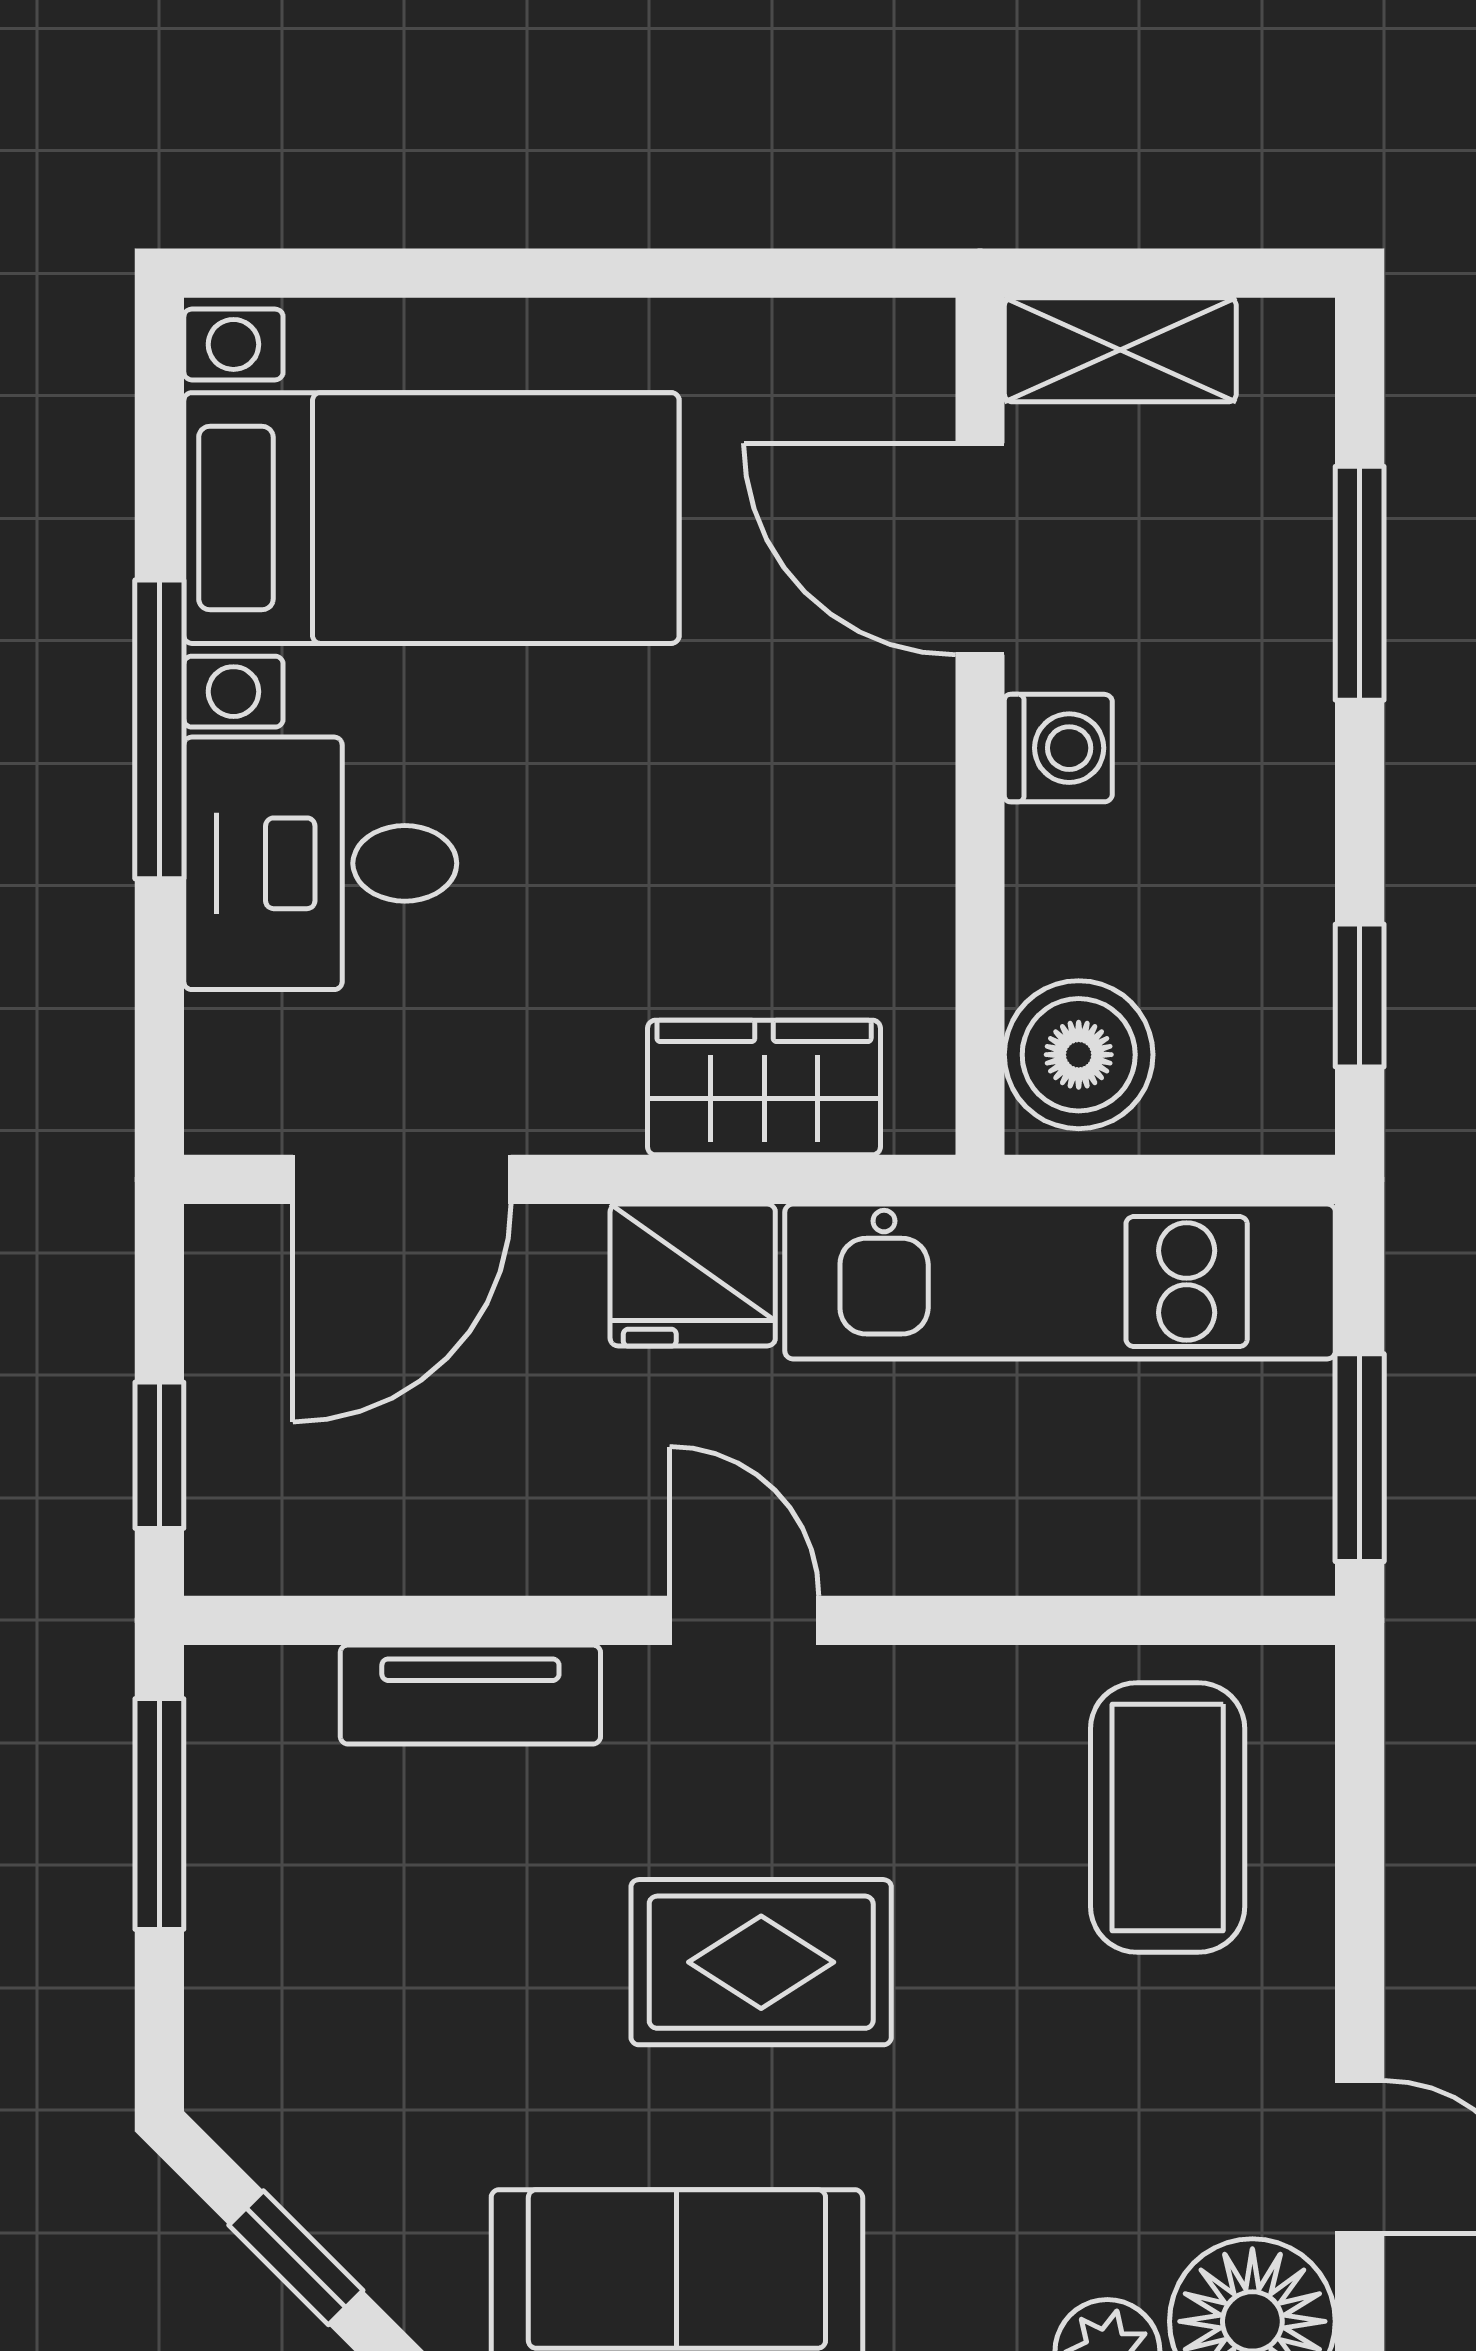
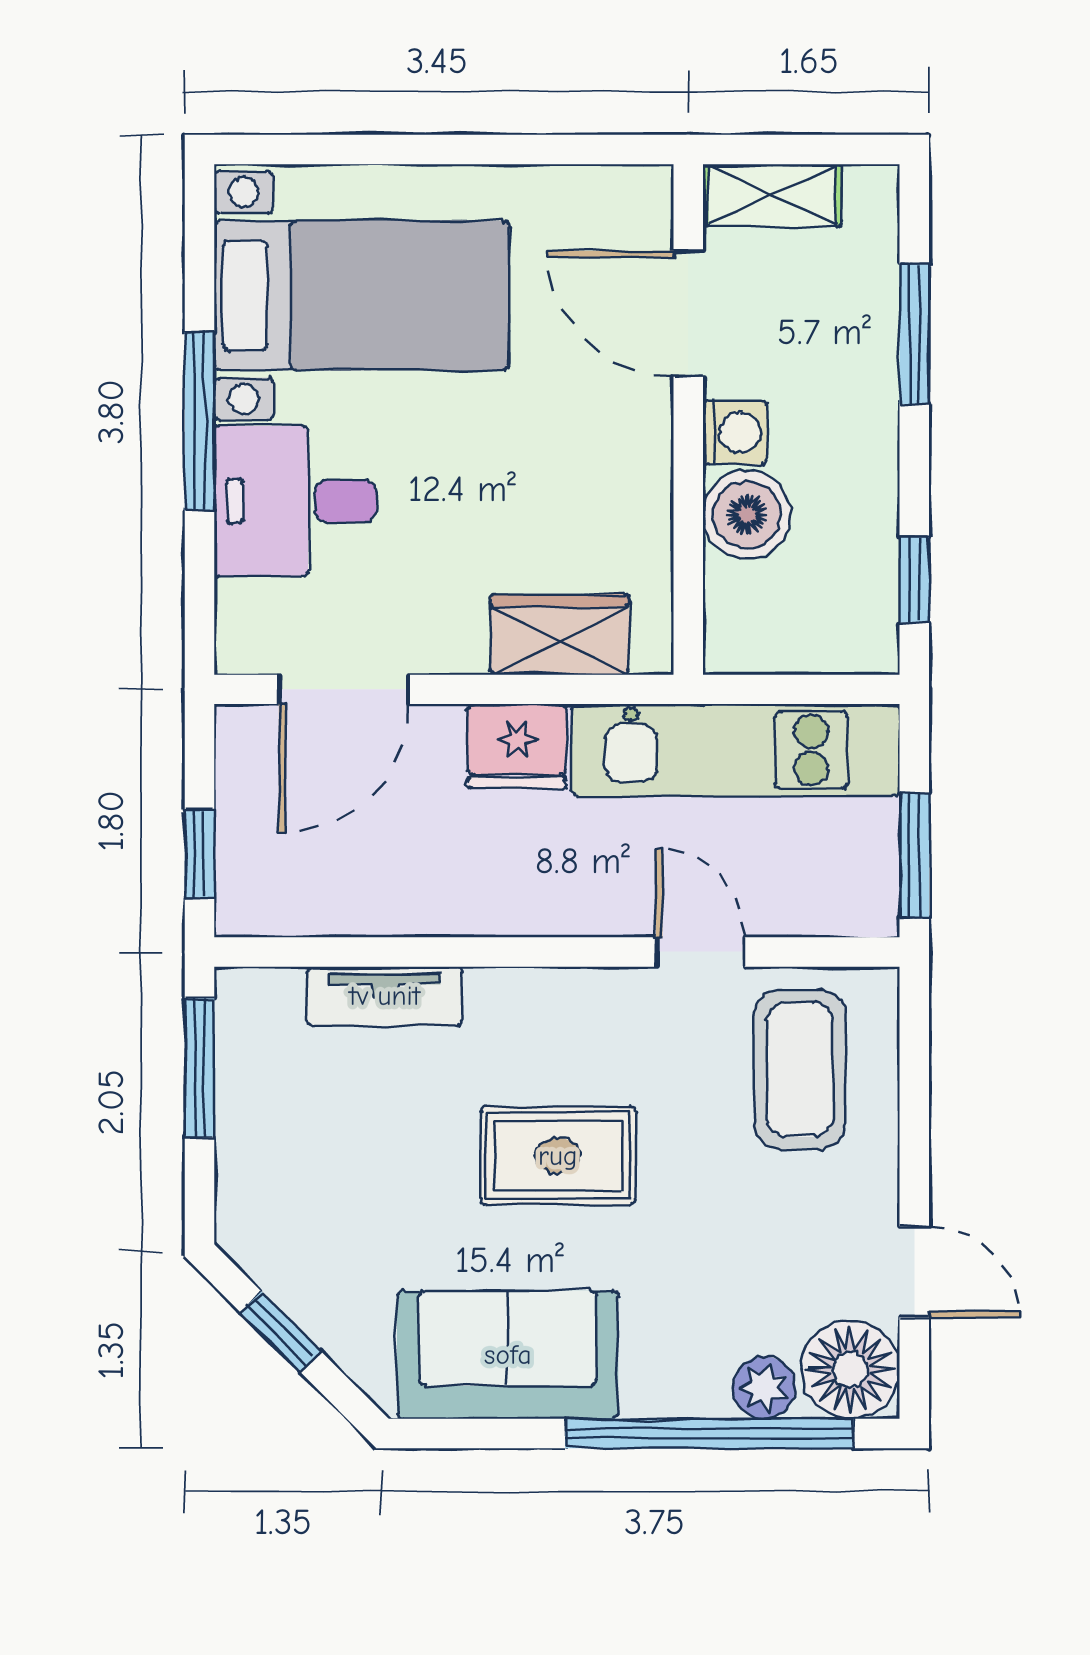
boiler: (1079, 1055) -> (747, 514), moved
door: (744, 1620) -> (700, 952), moved

